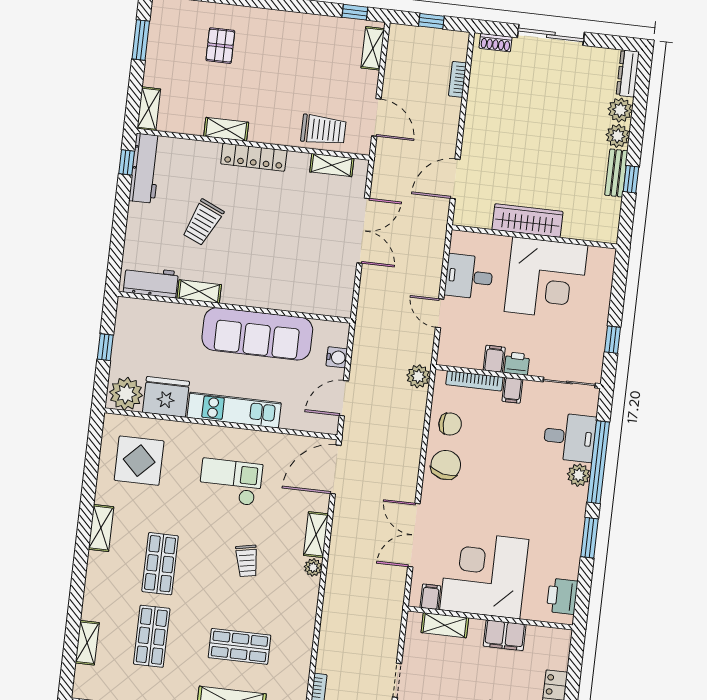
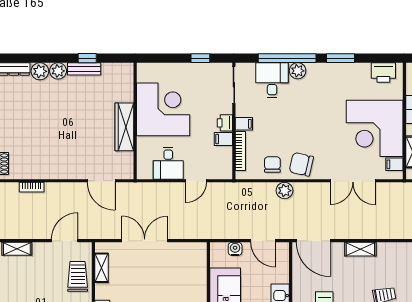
plant: (418, 376) -> (284, 191), moved
plant: (313, 567) -> (383, 248), removed

